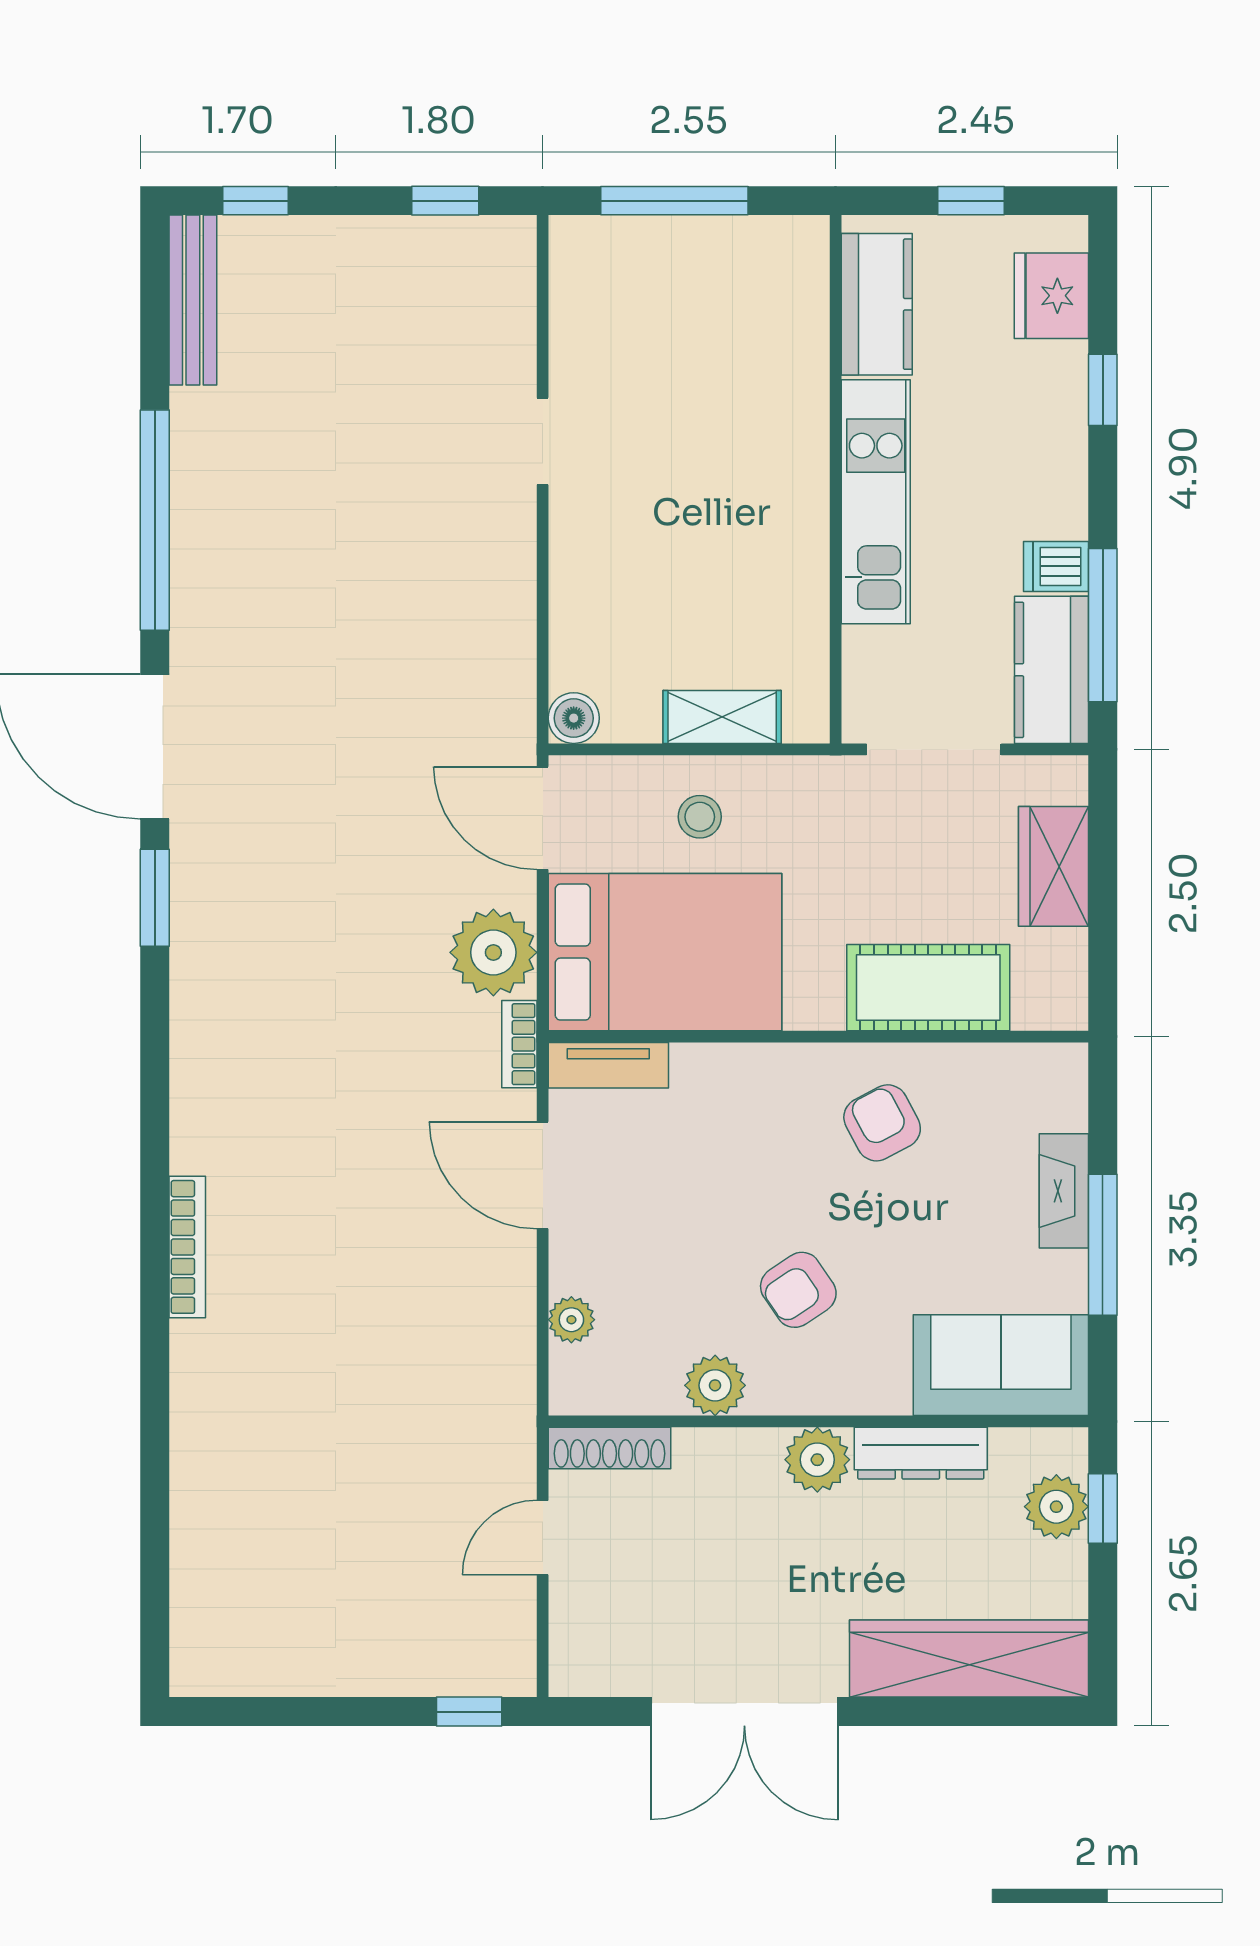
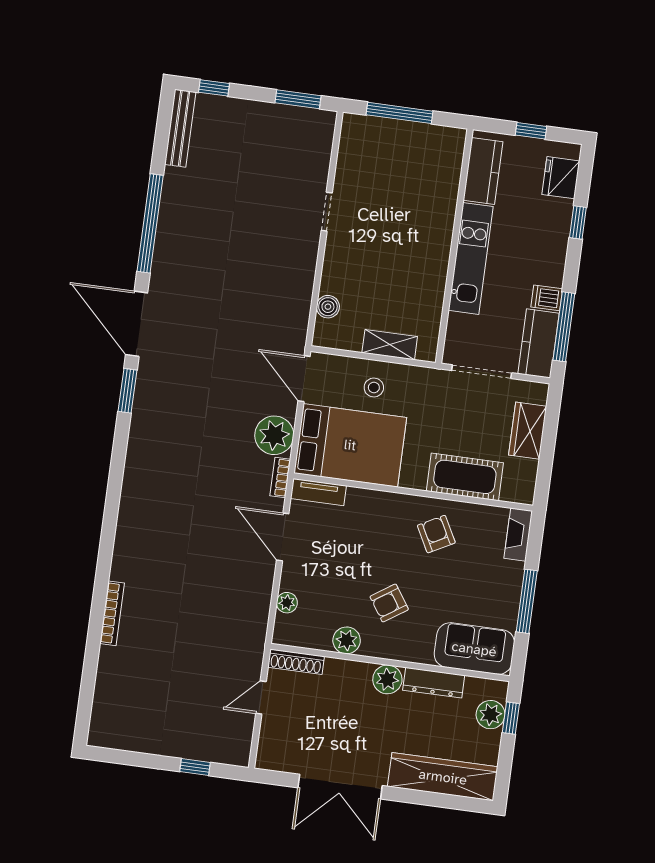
window: (445, 201) -> (298, 99), width x1.50
boiler: (574, 718) -> (328, 307), moved
fireplace: (1064, 1191) -> (518, 535), moved
bookcase: (187, 1247) -> (112, 613), moved
window: (469, 1712) -> (195, 767), moved

